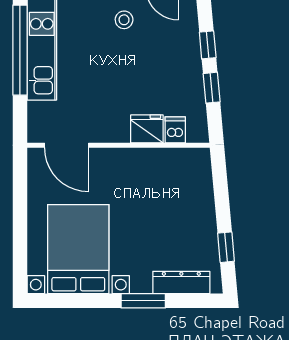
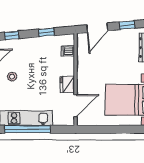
window: (208, 45) -> (12, 35), moved
fridge: (147, 129) -> (67, 84), moved
door: (221, 188) -> (97, 28), added

